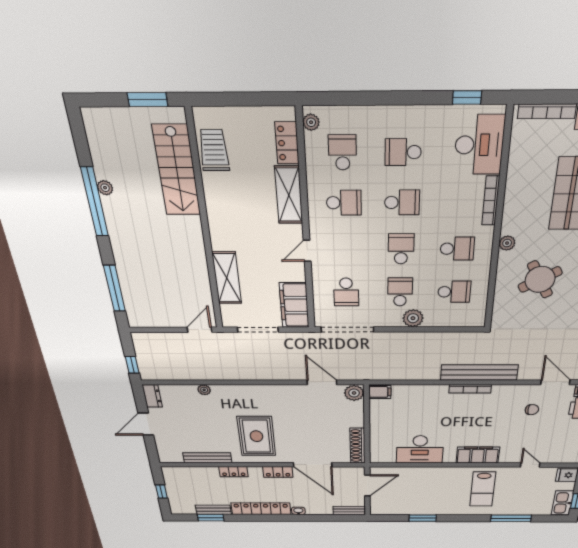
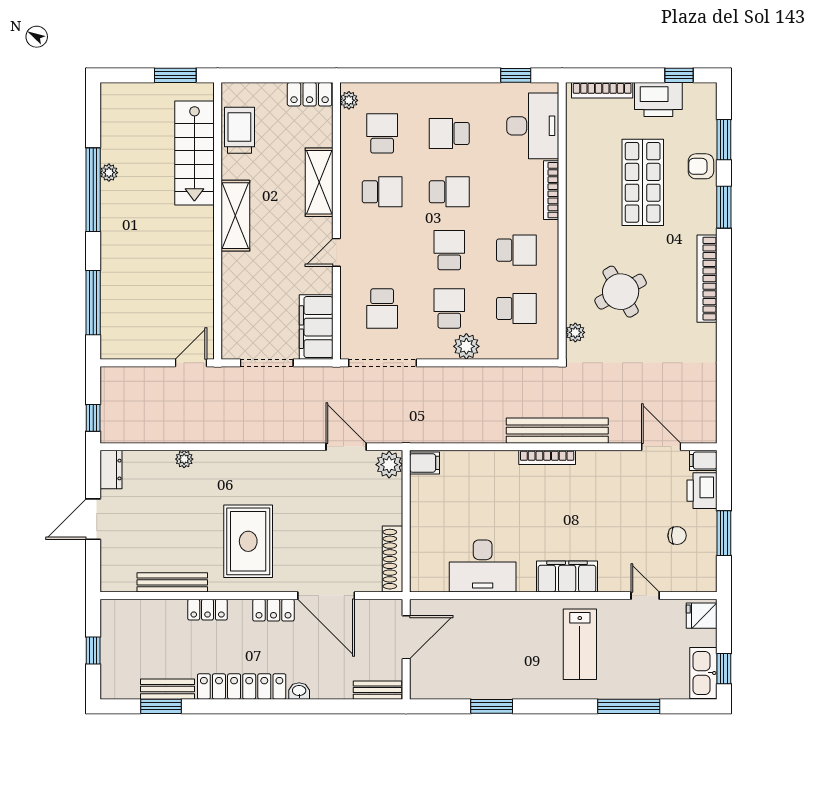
locker: (287, 143) -> (310, 94), moved, turned -90
plant: (507, 243) -> (575, 332), moved
shelving: (227, 278) -> (235, 216), moved
chair: (532, 410) -> (677, 536), moved

